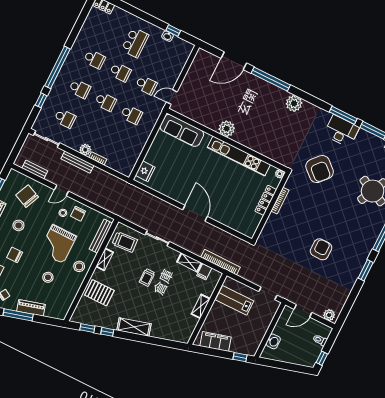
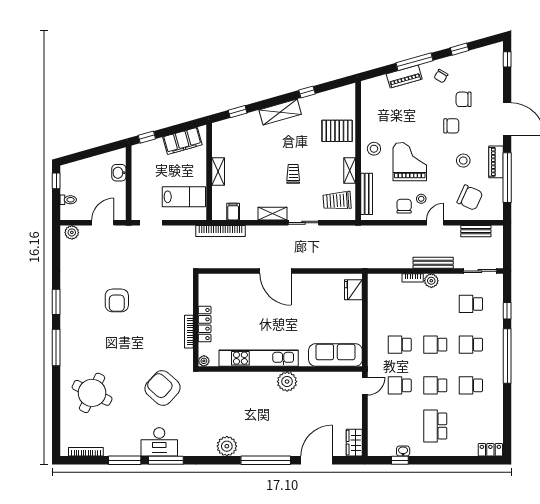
wardrobe: (200, 60) -> (354, 443), added
shelving: (189, 262) -> (272, 214), moved
stool: (48, 277) -> (402, 120), removed
window: (87, 328) -> (238, 112), moved

